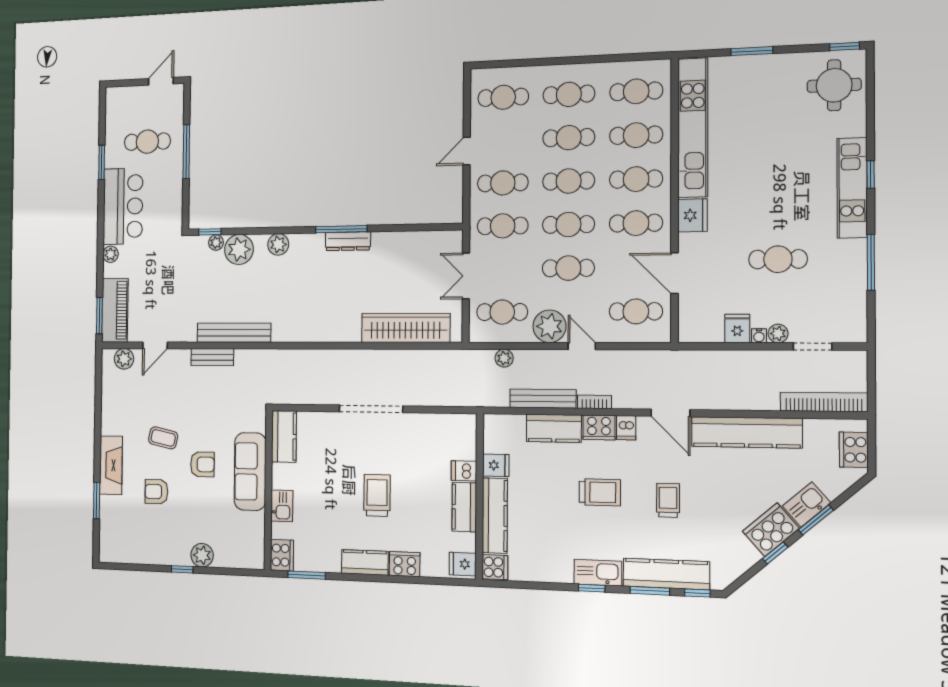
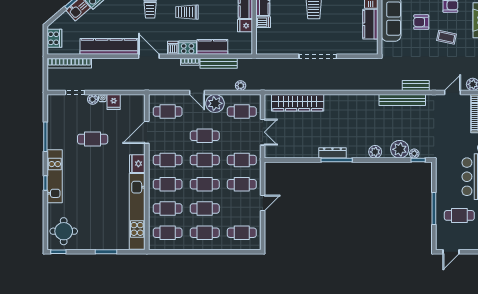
door: (675, 273) -> (147, 132), swing flipped
kitchen counter: (284, 436) -> (370, 24), moved

